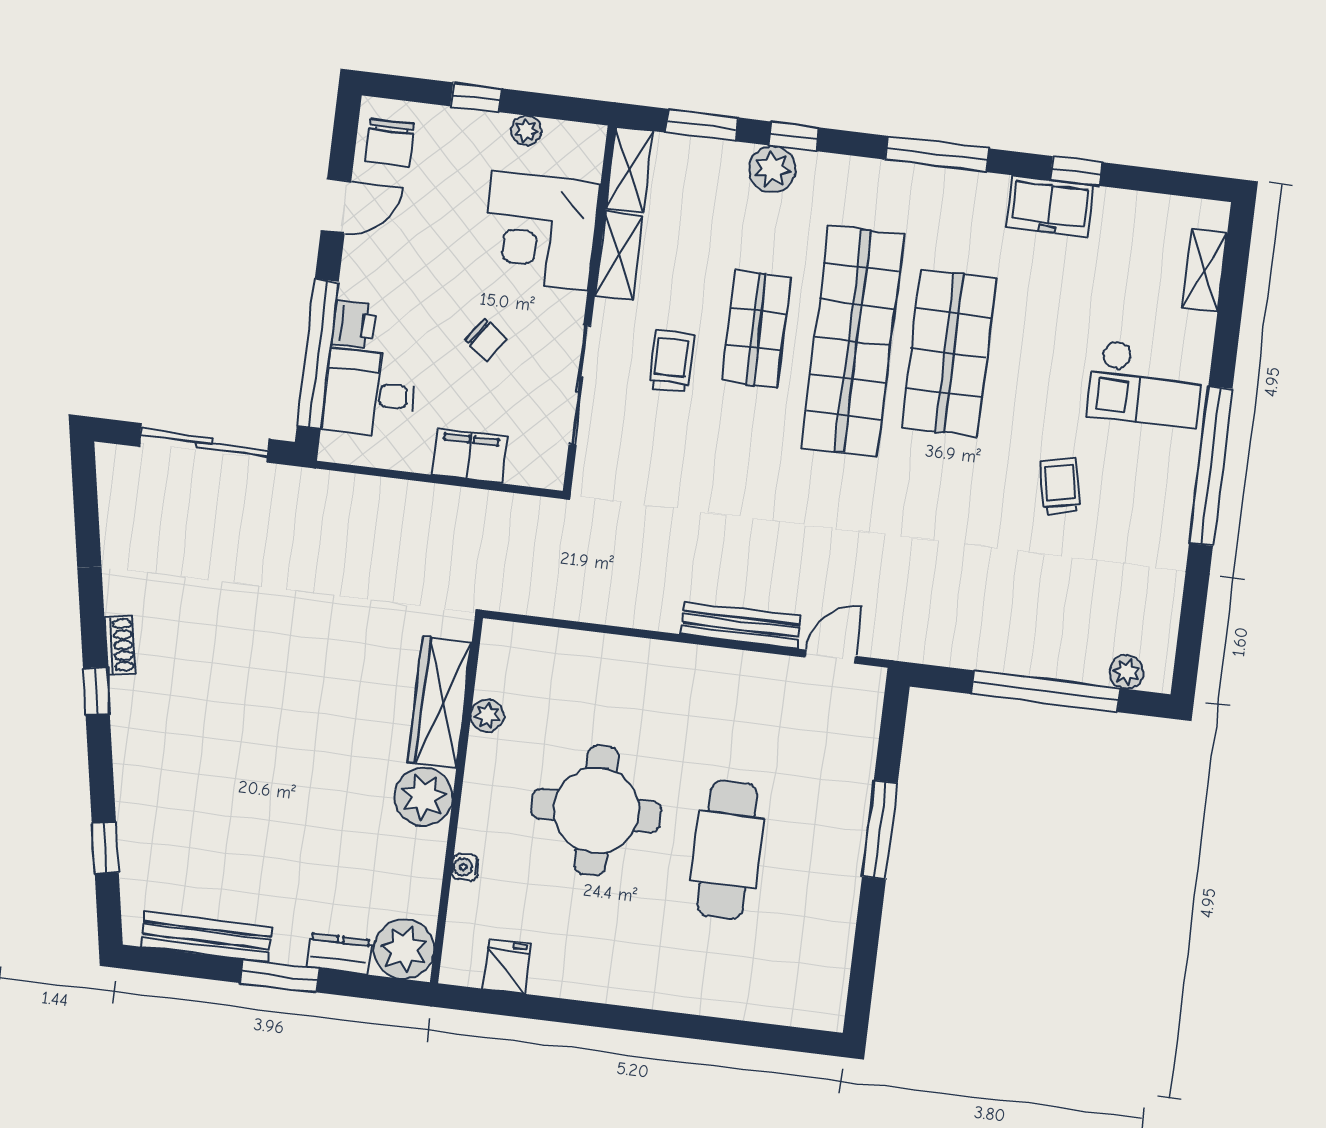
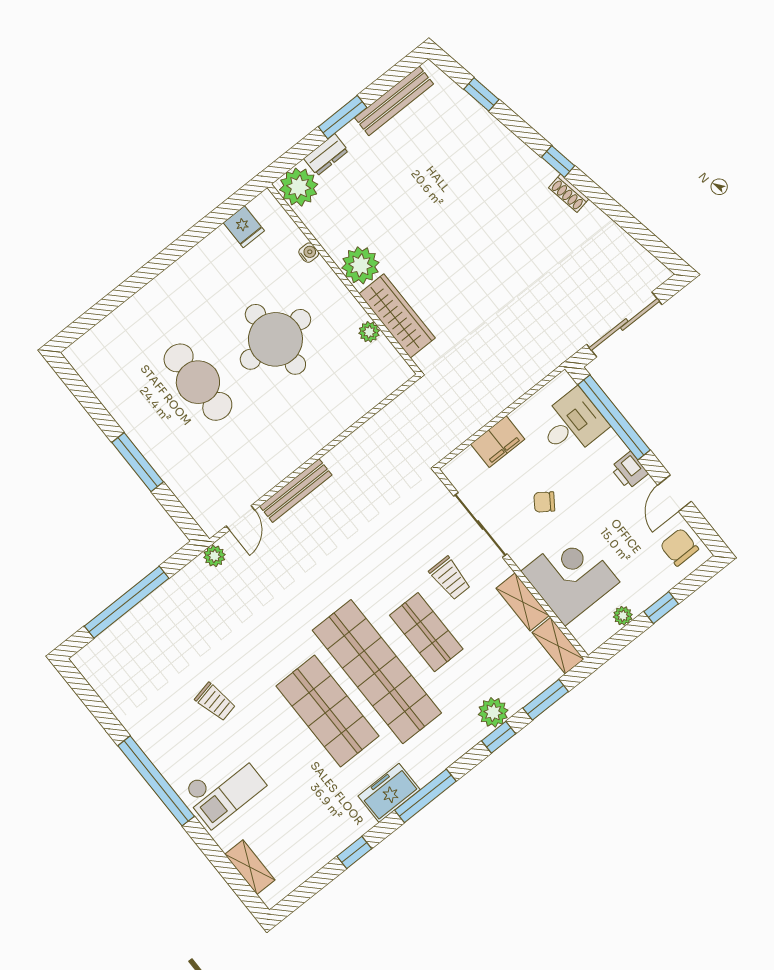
freezer: (1050, 206) -> (389, 793), moved
printer: (354, 324) -> (629, 470), moved
checkout: (1146, 384) -> (224, 788), turned 180
plant: (1127, 672) -> (214, 556), moved

